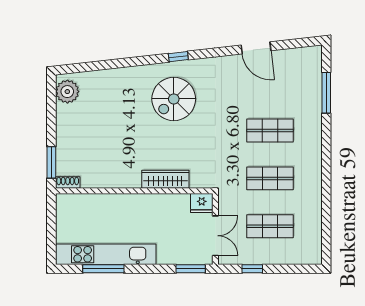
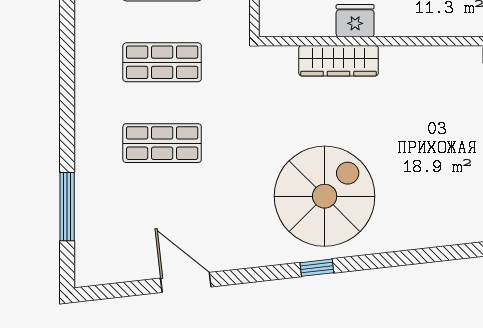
spiral stairs: (174, 99) -> (325, 196), width x1.37, depth x1.37
fridge: (202, 203) -> (355, 21), moved

